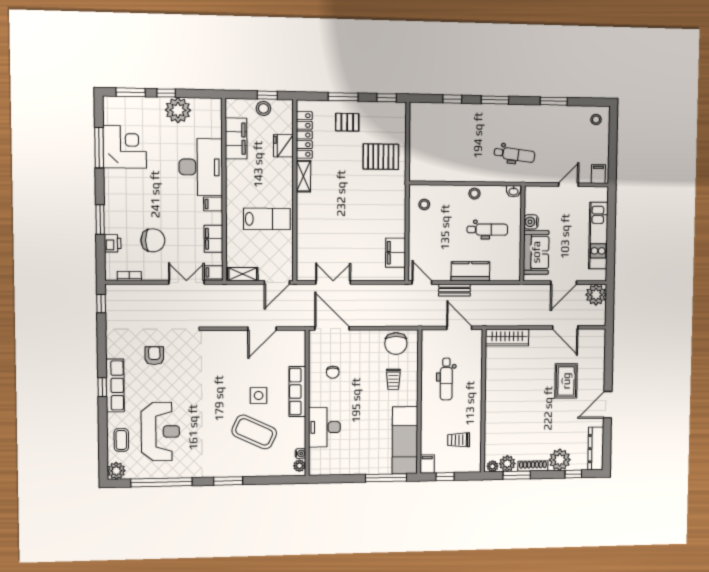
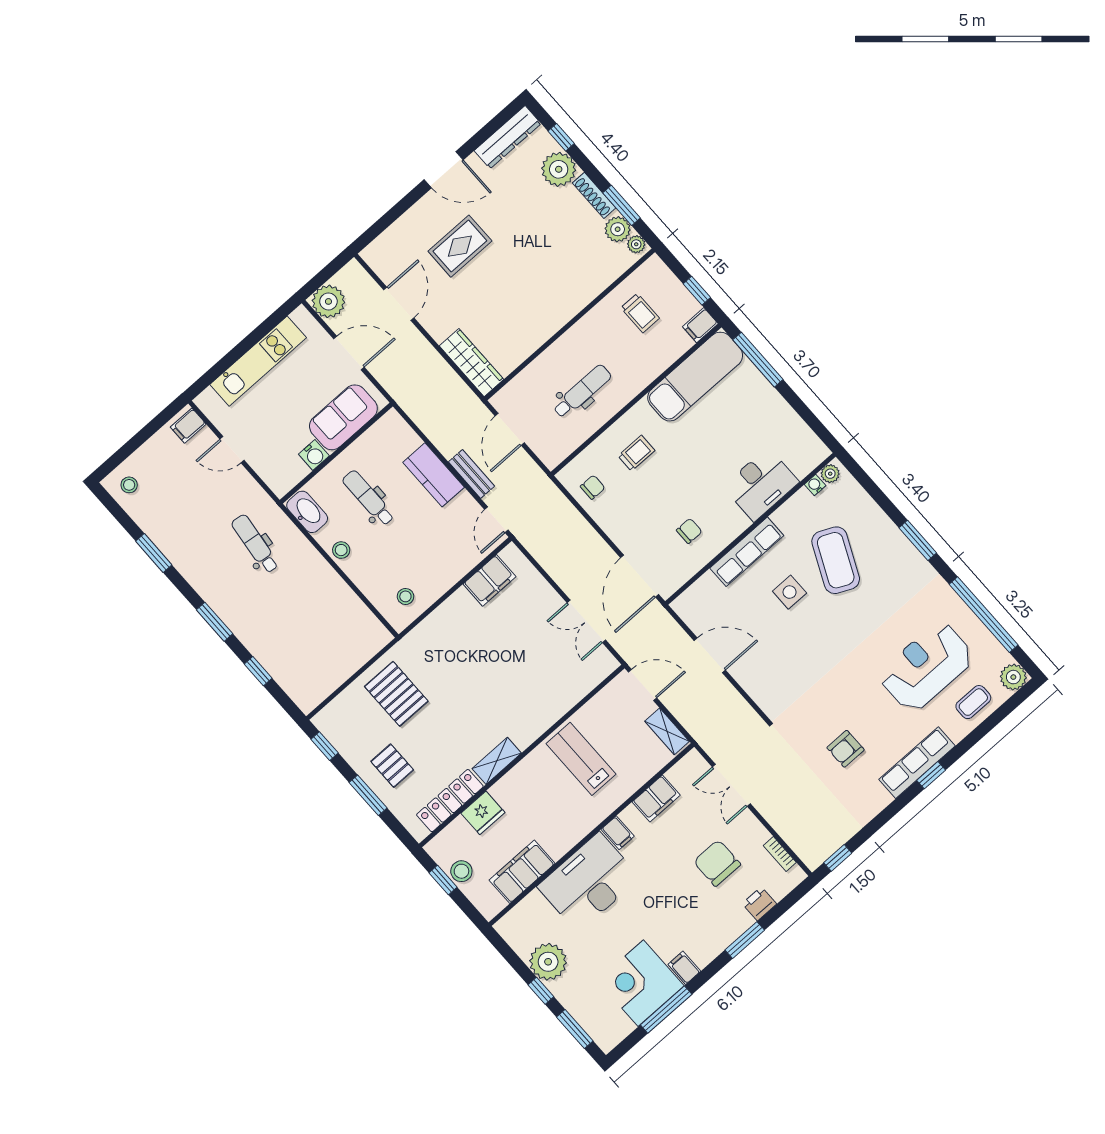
washbasin: (514, 191) -> (307, 512), width x1.91, depth x1.45
filing cabinet: (214, 272) -> (684, 968), moved, turned 180
chair: (396, 344) -> (593, 487), width x0.54, depth x0.54

